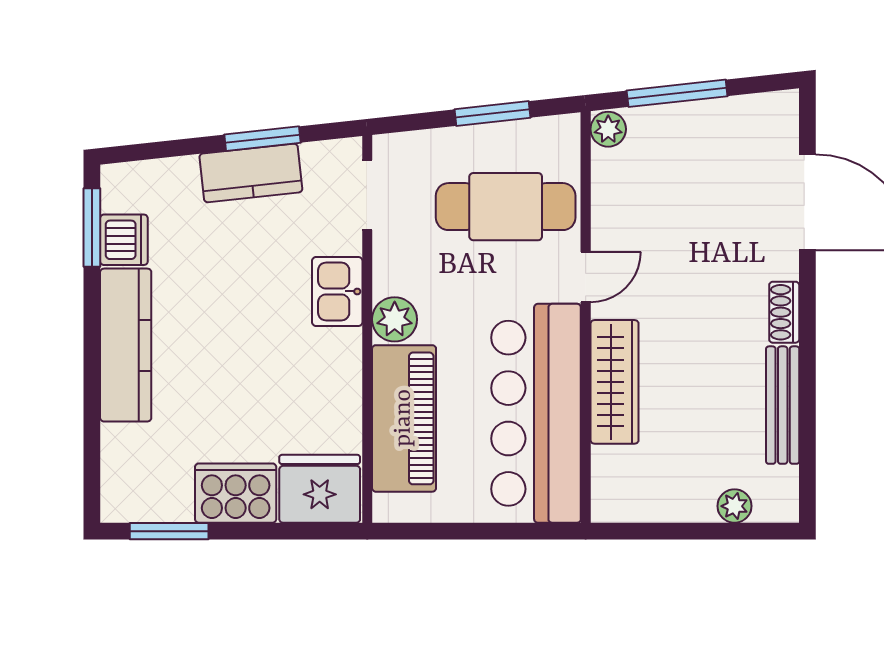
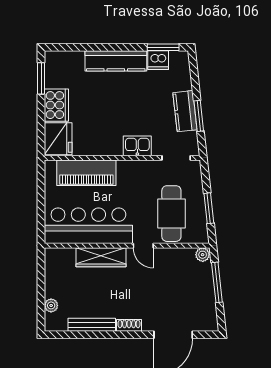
plant: (395, 319) -> (126, 169), removed

